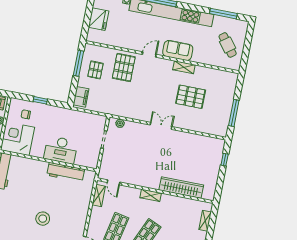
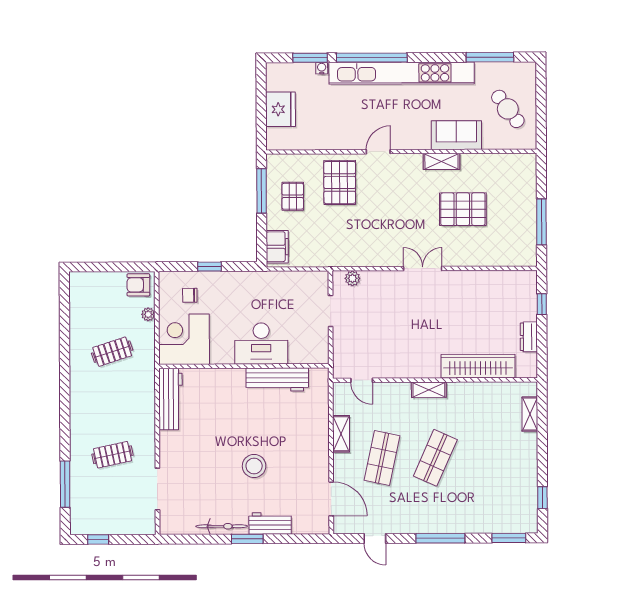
sofa: (178, 50) -> (456, 135), moved
dresser: (213, 177) -> (529, 337), added
shelving: (99, 195) -> (341, 434), moved

